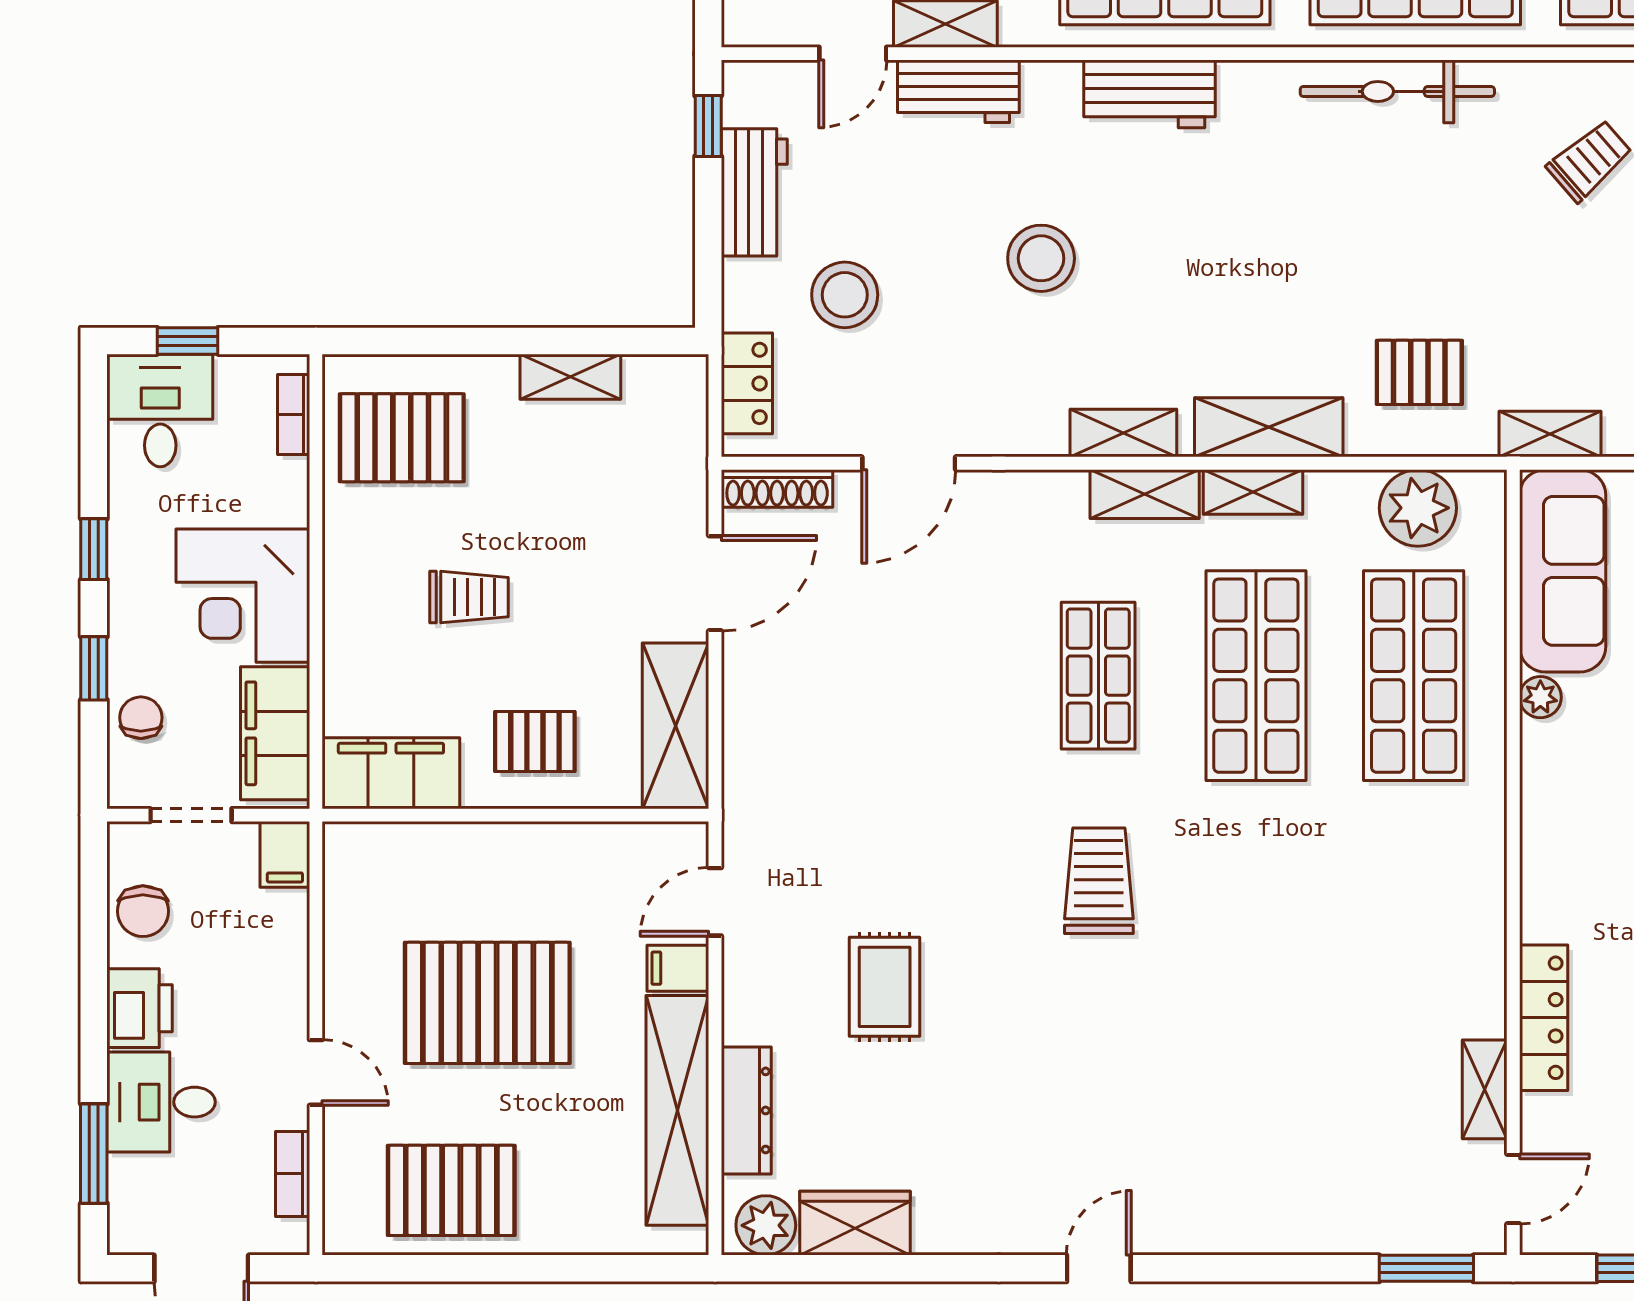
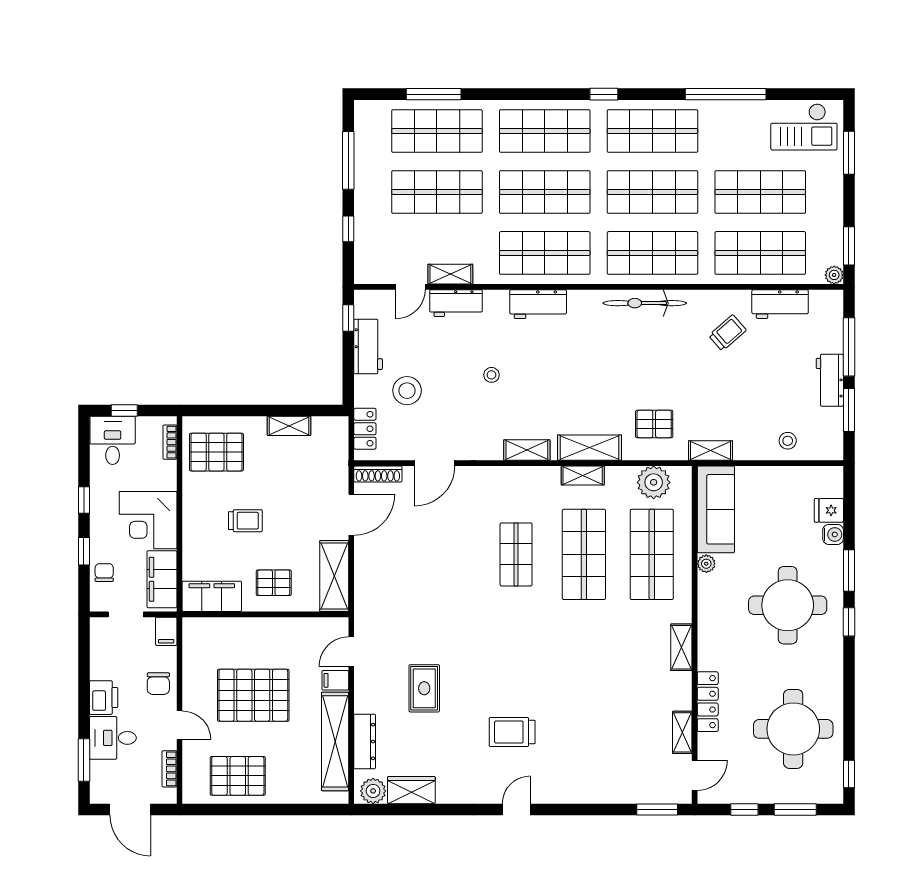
stool: (1041, 258) -> (491, 375), width x0.53, depth x0.53
shelving: (1145, 494) -> (681, 647), moved, turned 90
trolley: (1099, 881) -> (512, 732), moved, turned -90
chair: (143, 911) -> (158, 684), moved

